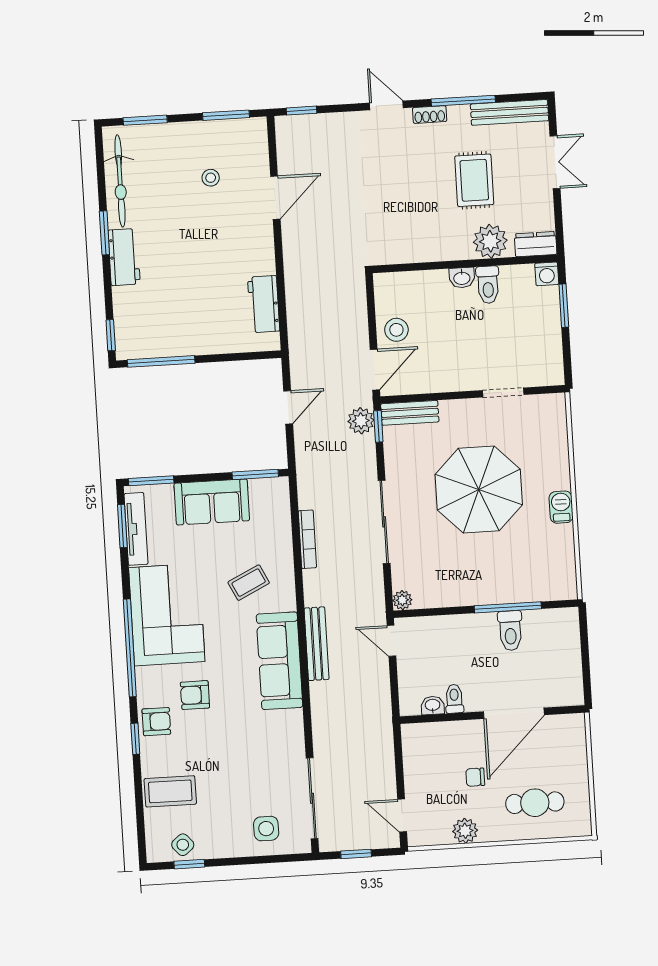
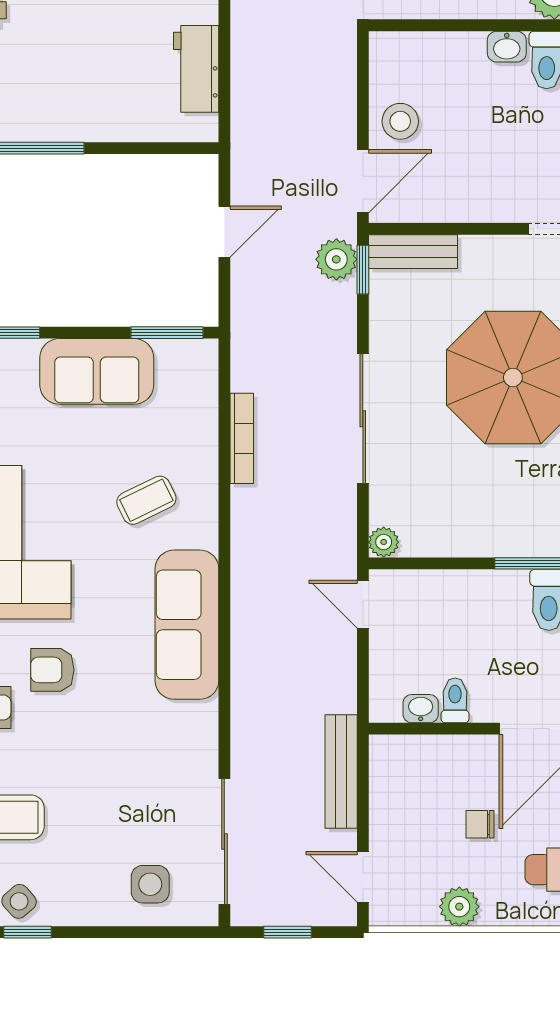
bench: (317, 644) -> (341, 771), moved

